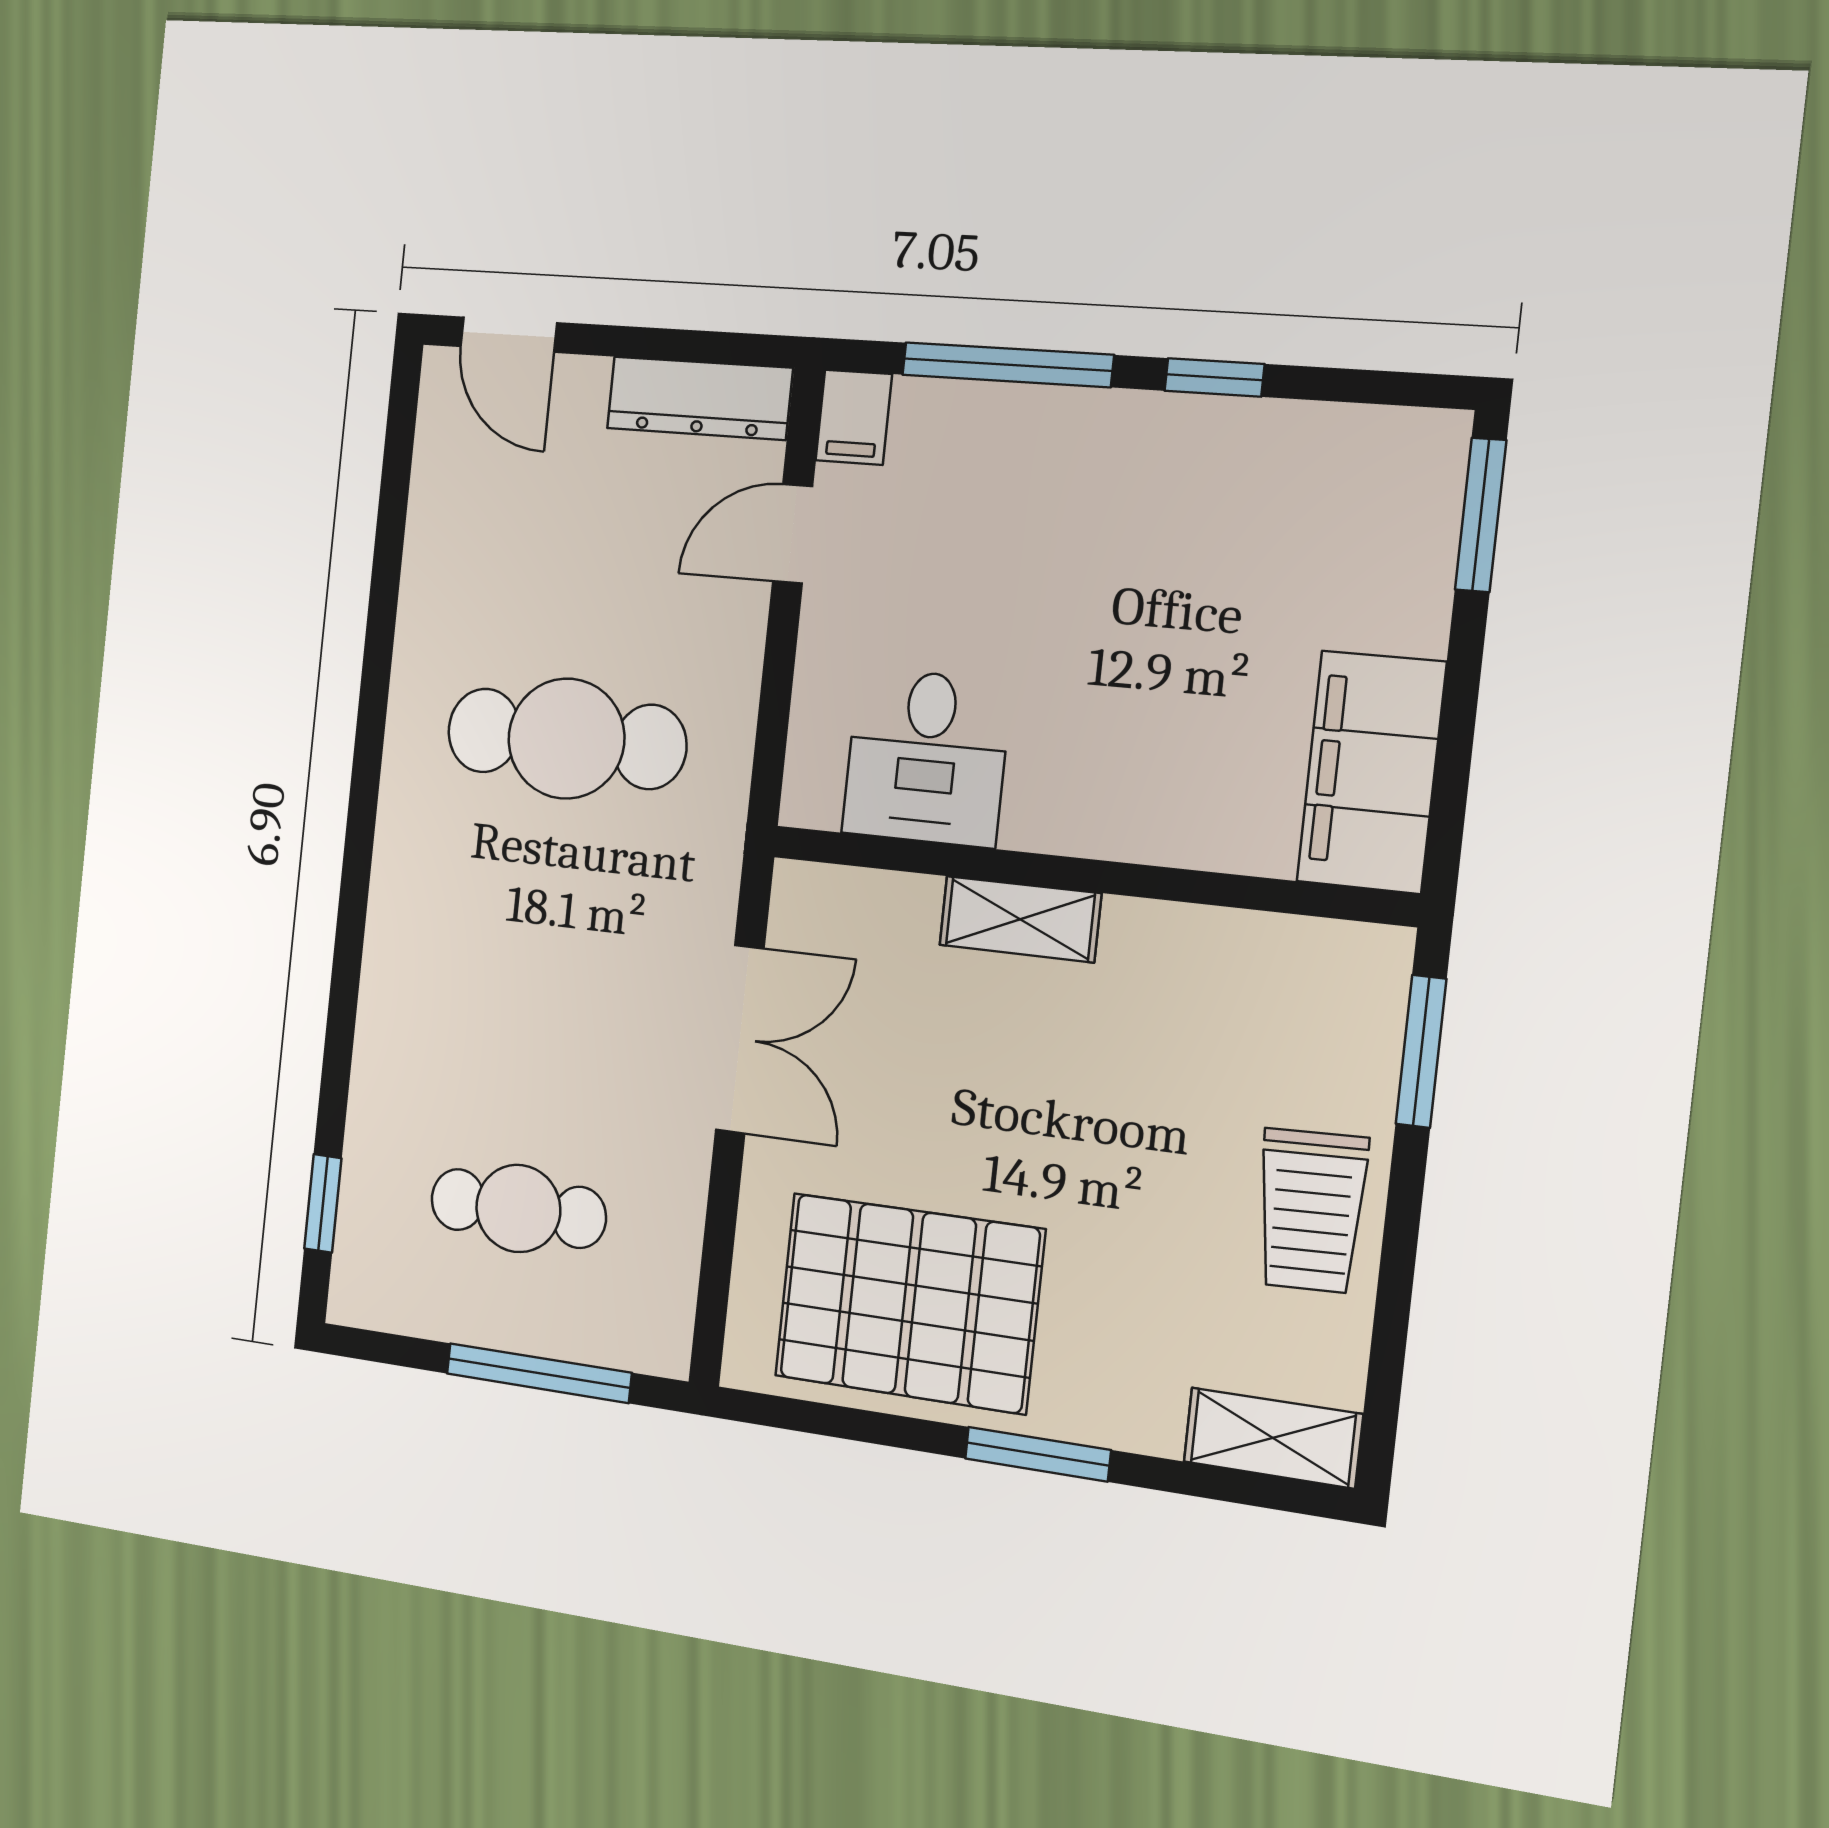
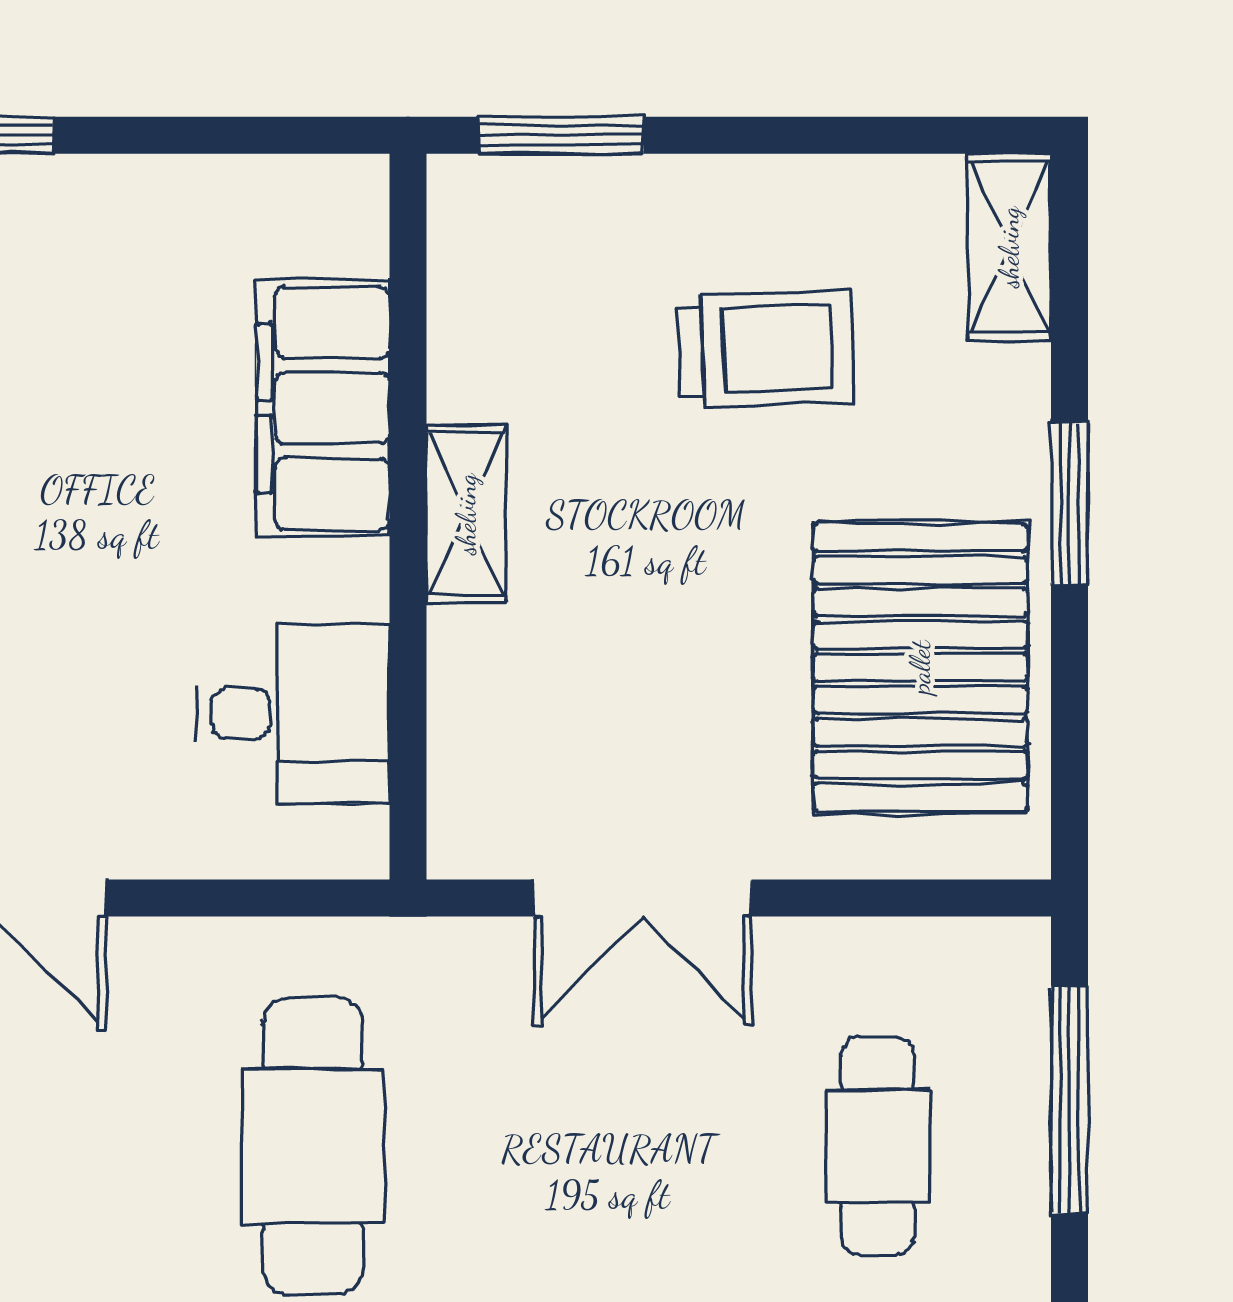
filing cabinet: (1371, 772) -> (323, 408), moved, turned 90
shelving: (1020, 919) -> (466, 514), moved
double door: (740, 1039) -> (643, 898), swing flipped
trolley: (1311, 1211) -> (766, 349), moved

